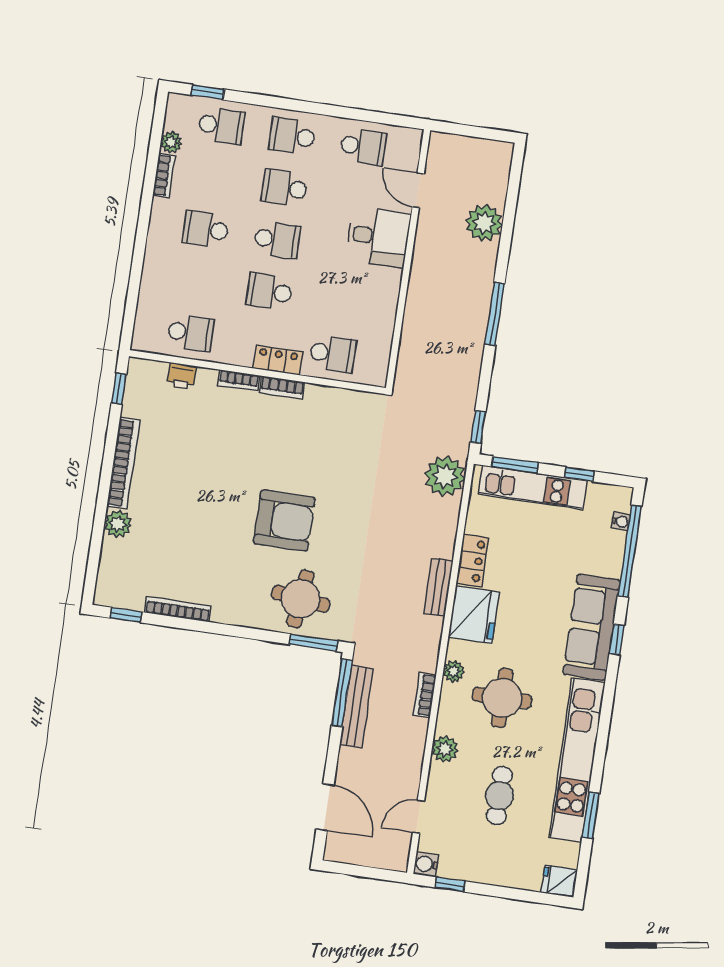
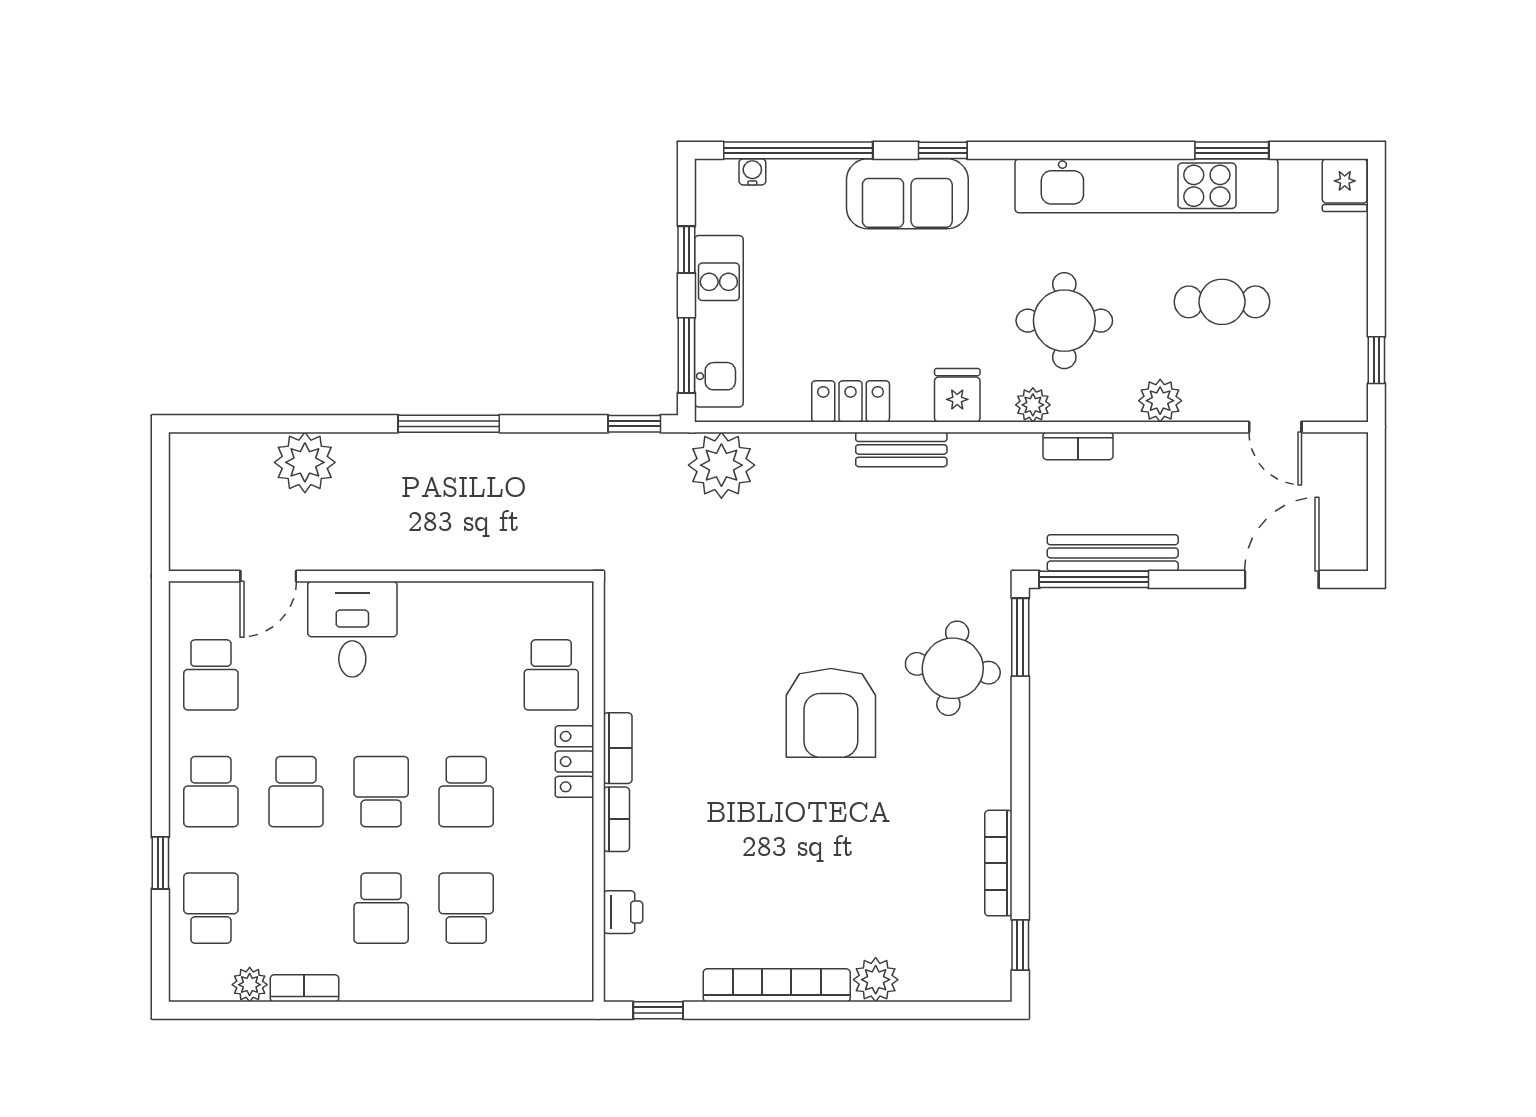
window: (208, 92) -> (160, 863), moved
school desk: (363, 147) -> (211, 675), turned 180
school desk: (191, 333) -> (466, 908), moved
school desk: (333, 354) -> (551, 675), turned 180
armchair: (284, 521) -> (831, 713), turned 180
fridge: (474, 615) -> (957, 395), width x0.53, depth x0.75
sofa: (592, 627) -> (907, 194), width x0.73
water cooler: (426, 864) -> (1350, 404), removed

